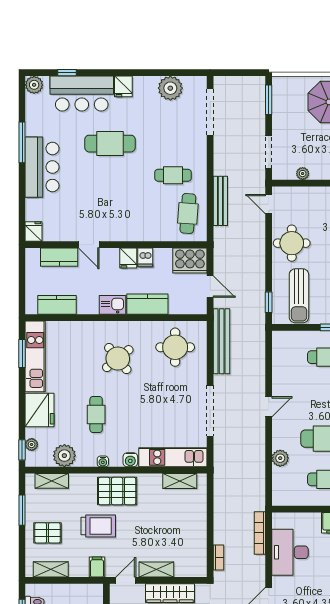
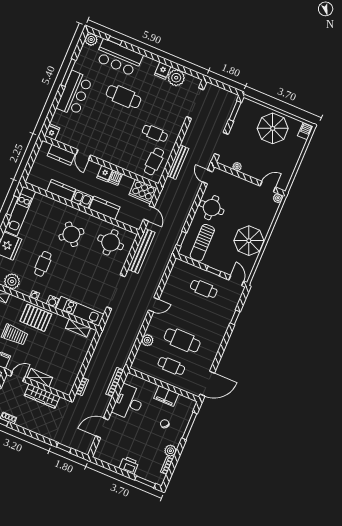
fridge: (123, 86) -> (163, 71), moved
kitchen counter: (57, 305) -> (61, 190), moved

